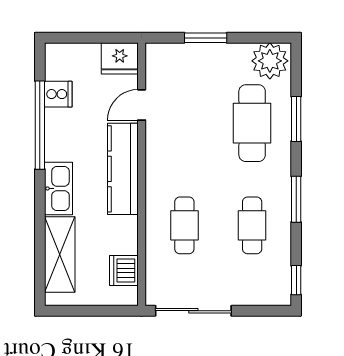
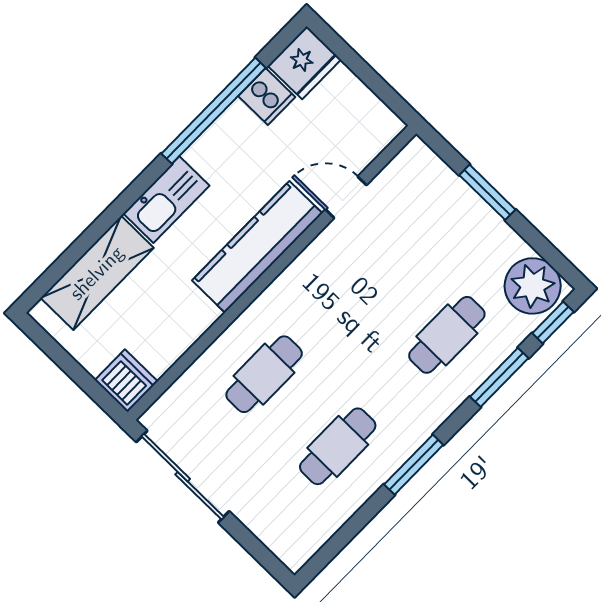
fridge: (120, 58) -> (304, 63), moved, turned -90
cafe table: (252, 123) -> (447, 335), width x0.73, depth x0.74
dishwasher: (124, 270) -> (126, 381), moved, turned 90
window: (296, 280) -> (553, 323), moved

